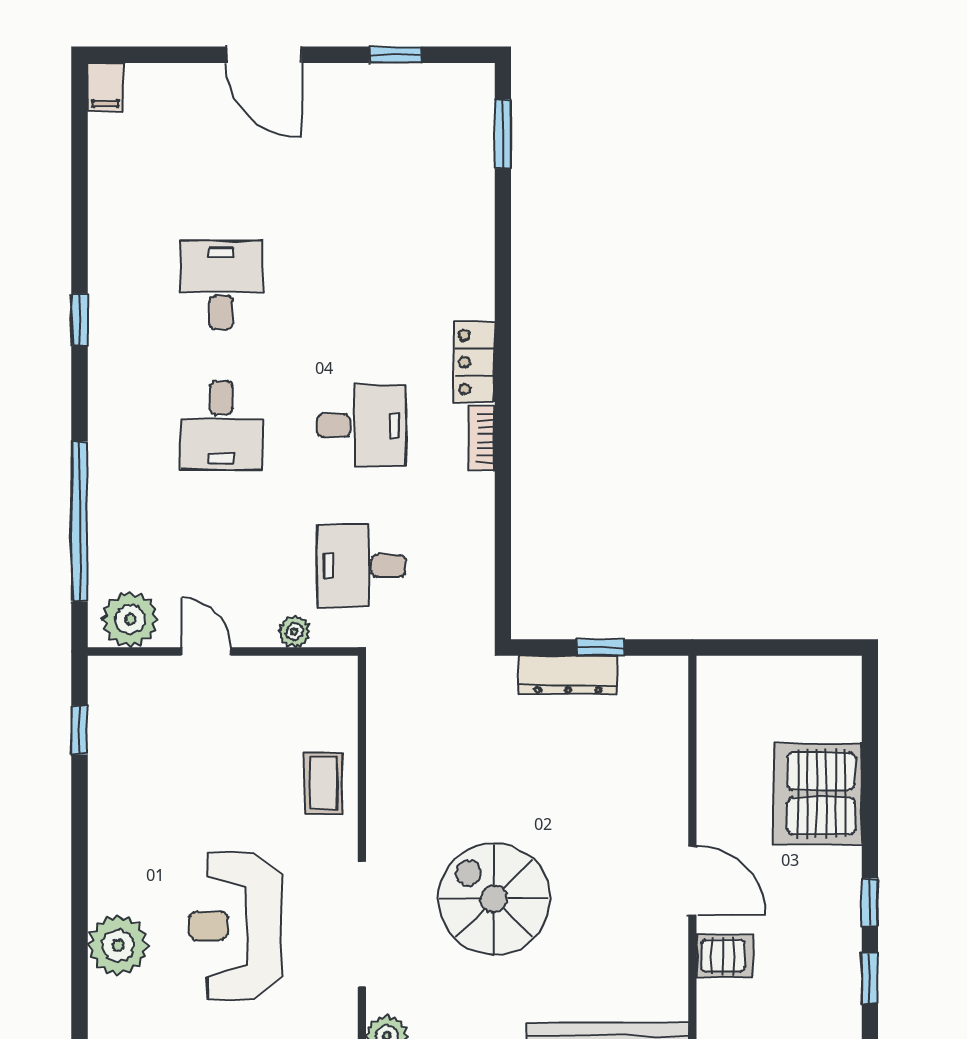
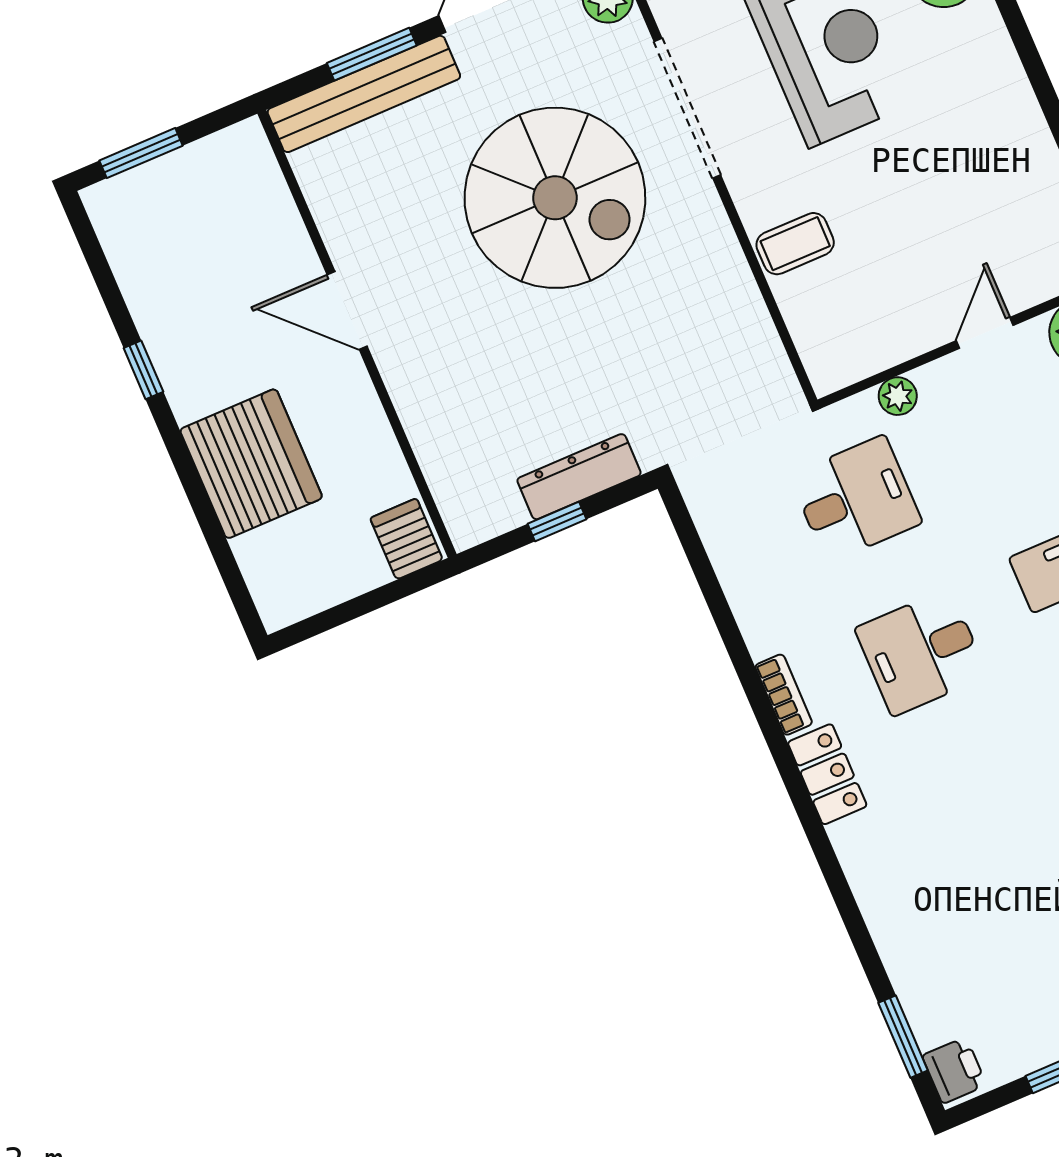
printer: (474, 91) -> (954, 1070), added
door: (206, 651) -> (985, 333), swing flipped
coffee table: (323, 784) -> (795, 244), turned 90
spiral stairs: (494, 899) -> (555, 198), width x1.37, depth x1.37
server rack: (725, 956) -> (406, 539), moved, turned 90
window: (870, 978) -> (108, 287), removed

